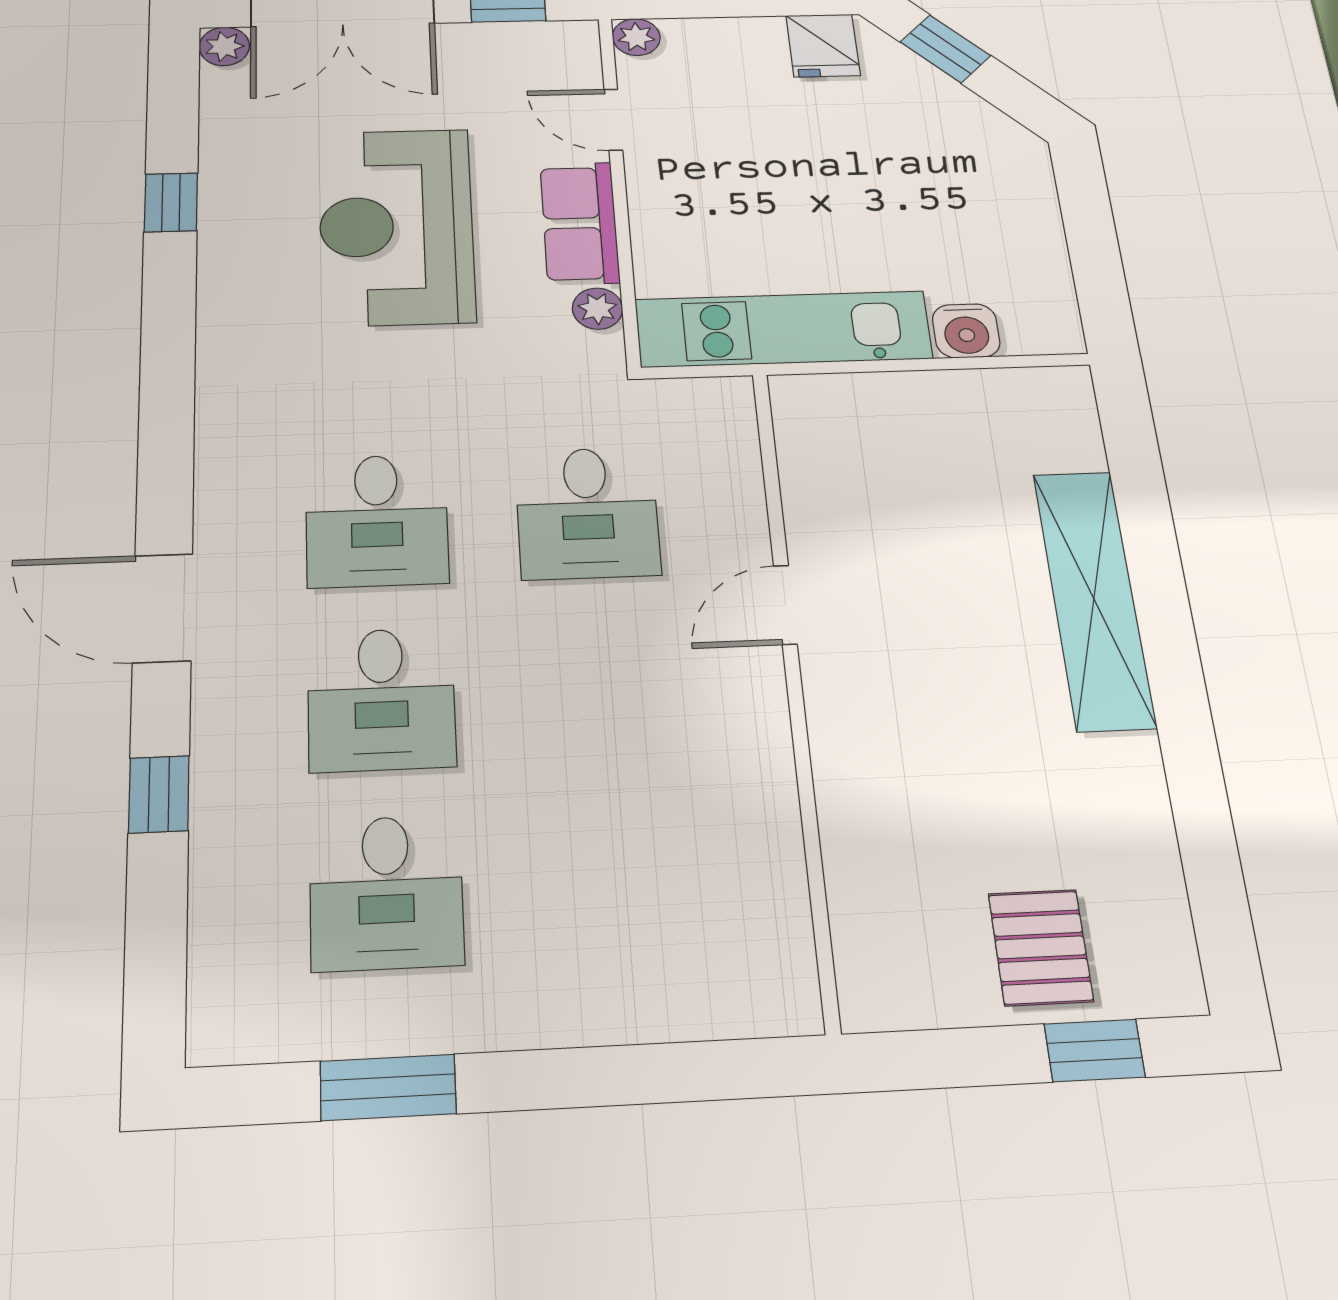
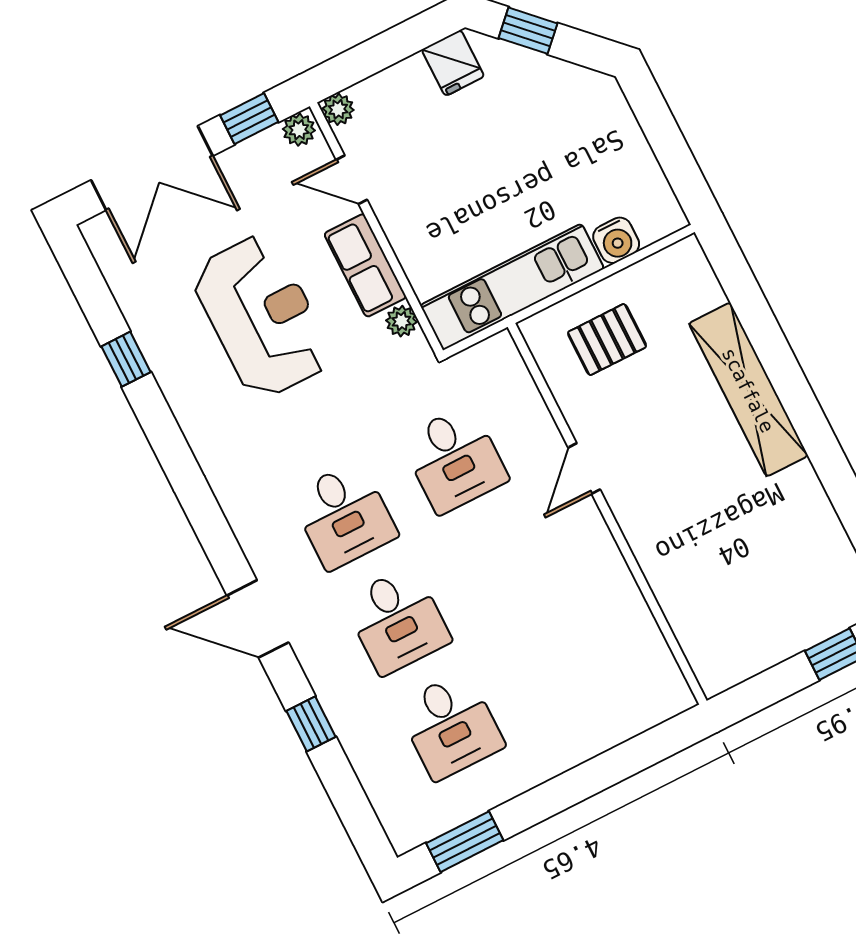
plant: (224, 46) -> (299, 130), moved
reception desk: (396, 226) -> (262, 316), turned 180
pallet: (1041, 947) -> (607, 340), moved, turned 90
window: (388, 1087) -> (465, 842), moved

